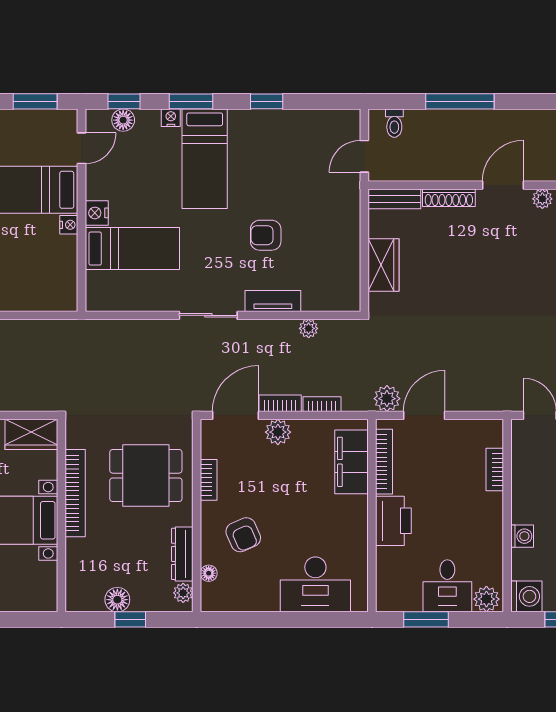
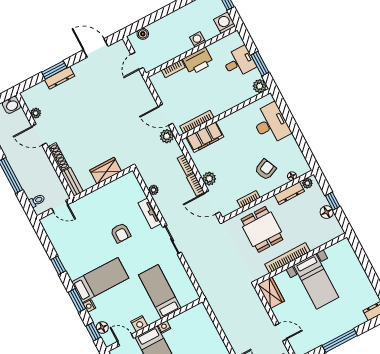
nightstand: (97, 213) -> (139, 324), moved
printer: (393, 521) -> (198, 61), moved, turned 180
plant: (486, 599) -> (260, 86), moved

